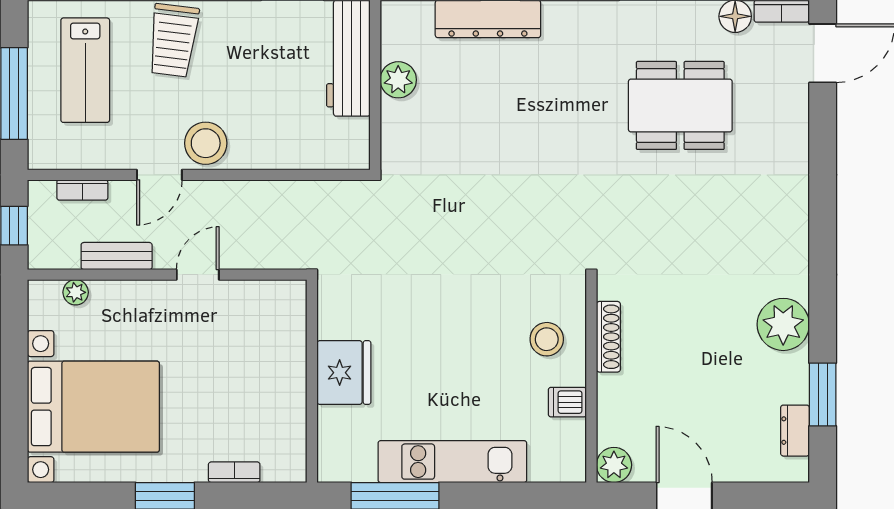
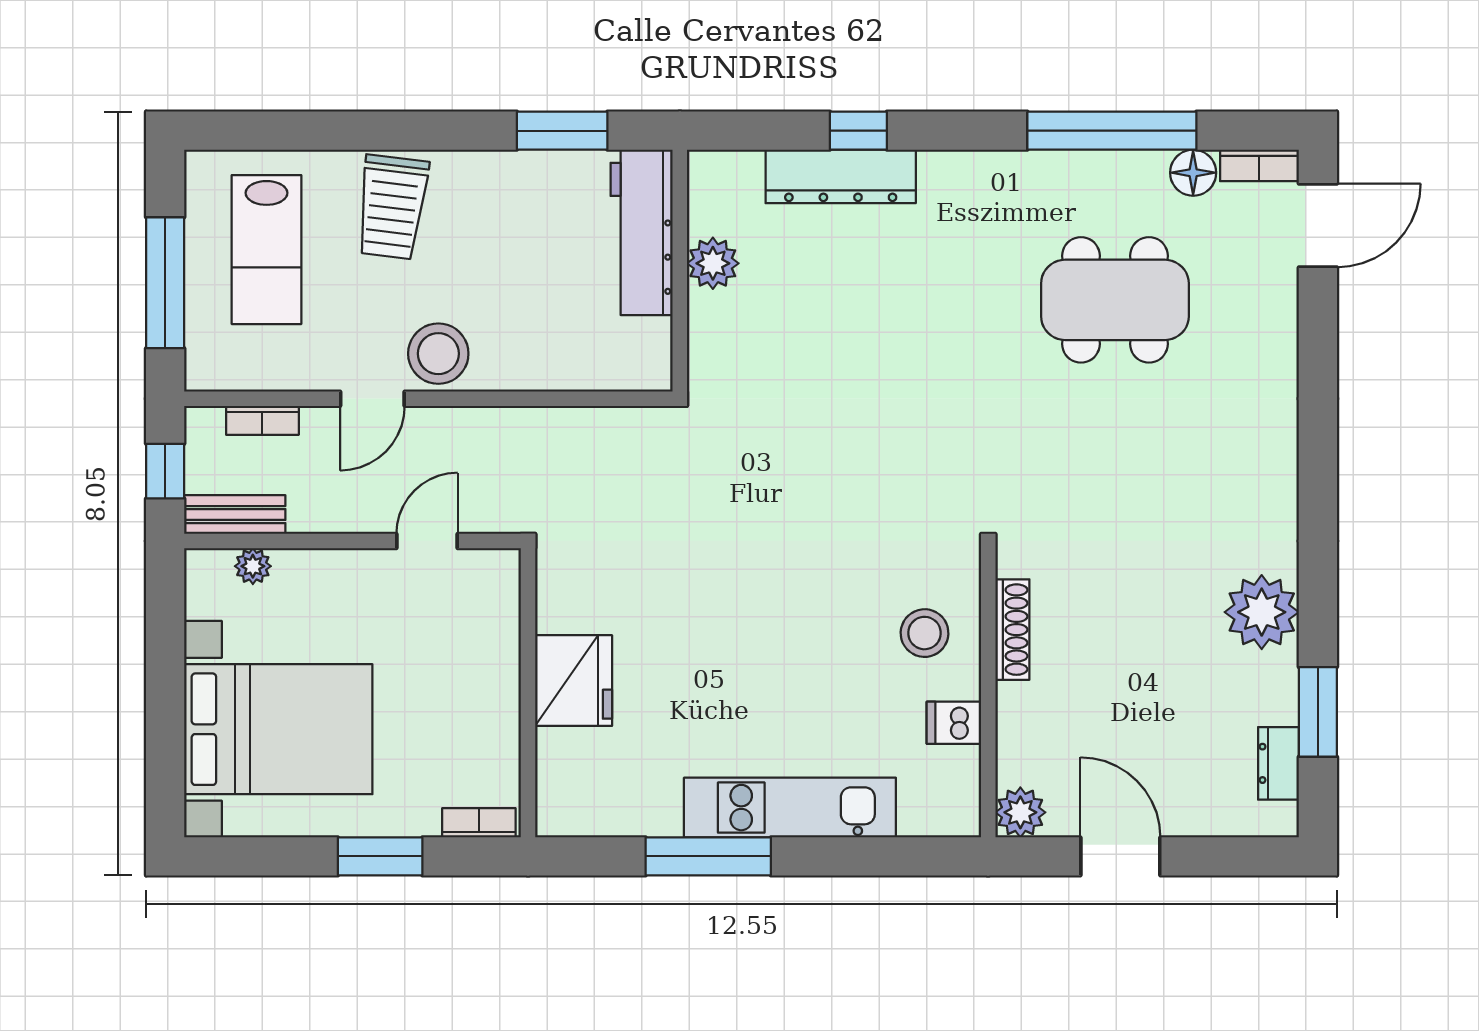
bench: (117, 256) -> (235, 515), moved
fridge: (344, 373) -> (574, 681), moved
wall: (312, 381) -> (528, 693), moved

